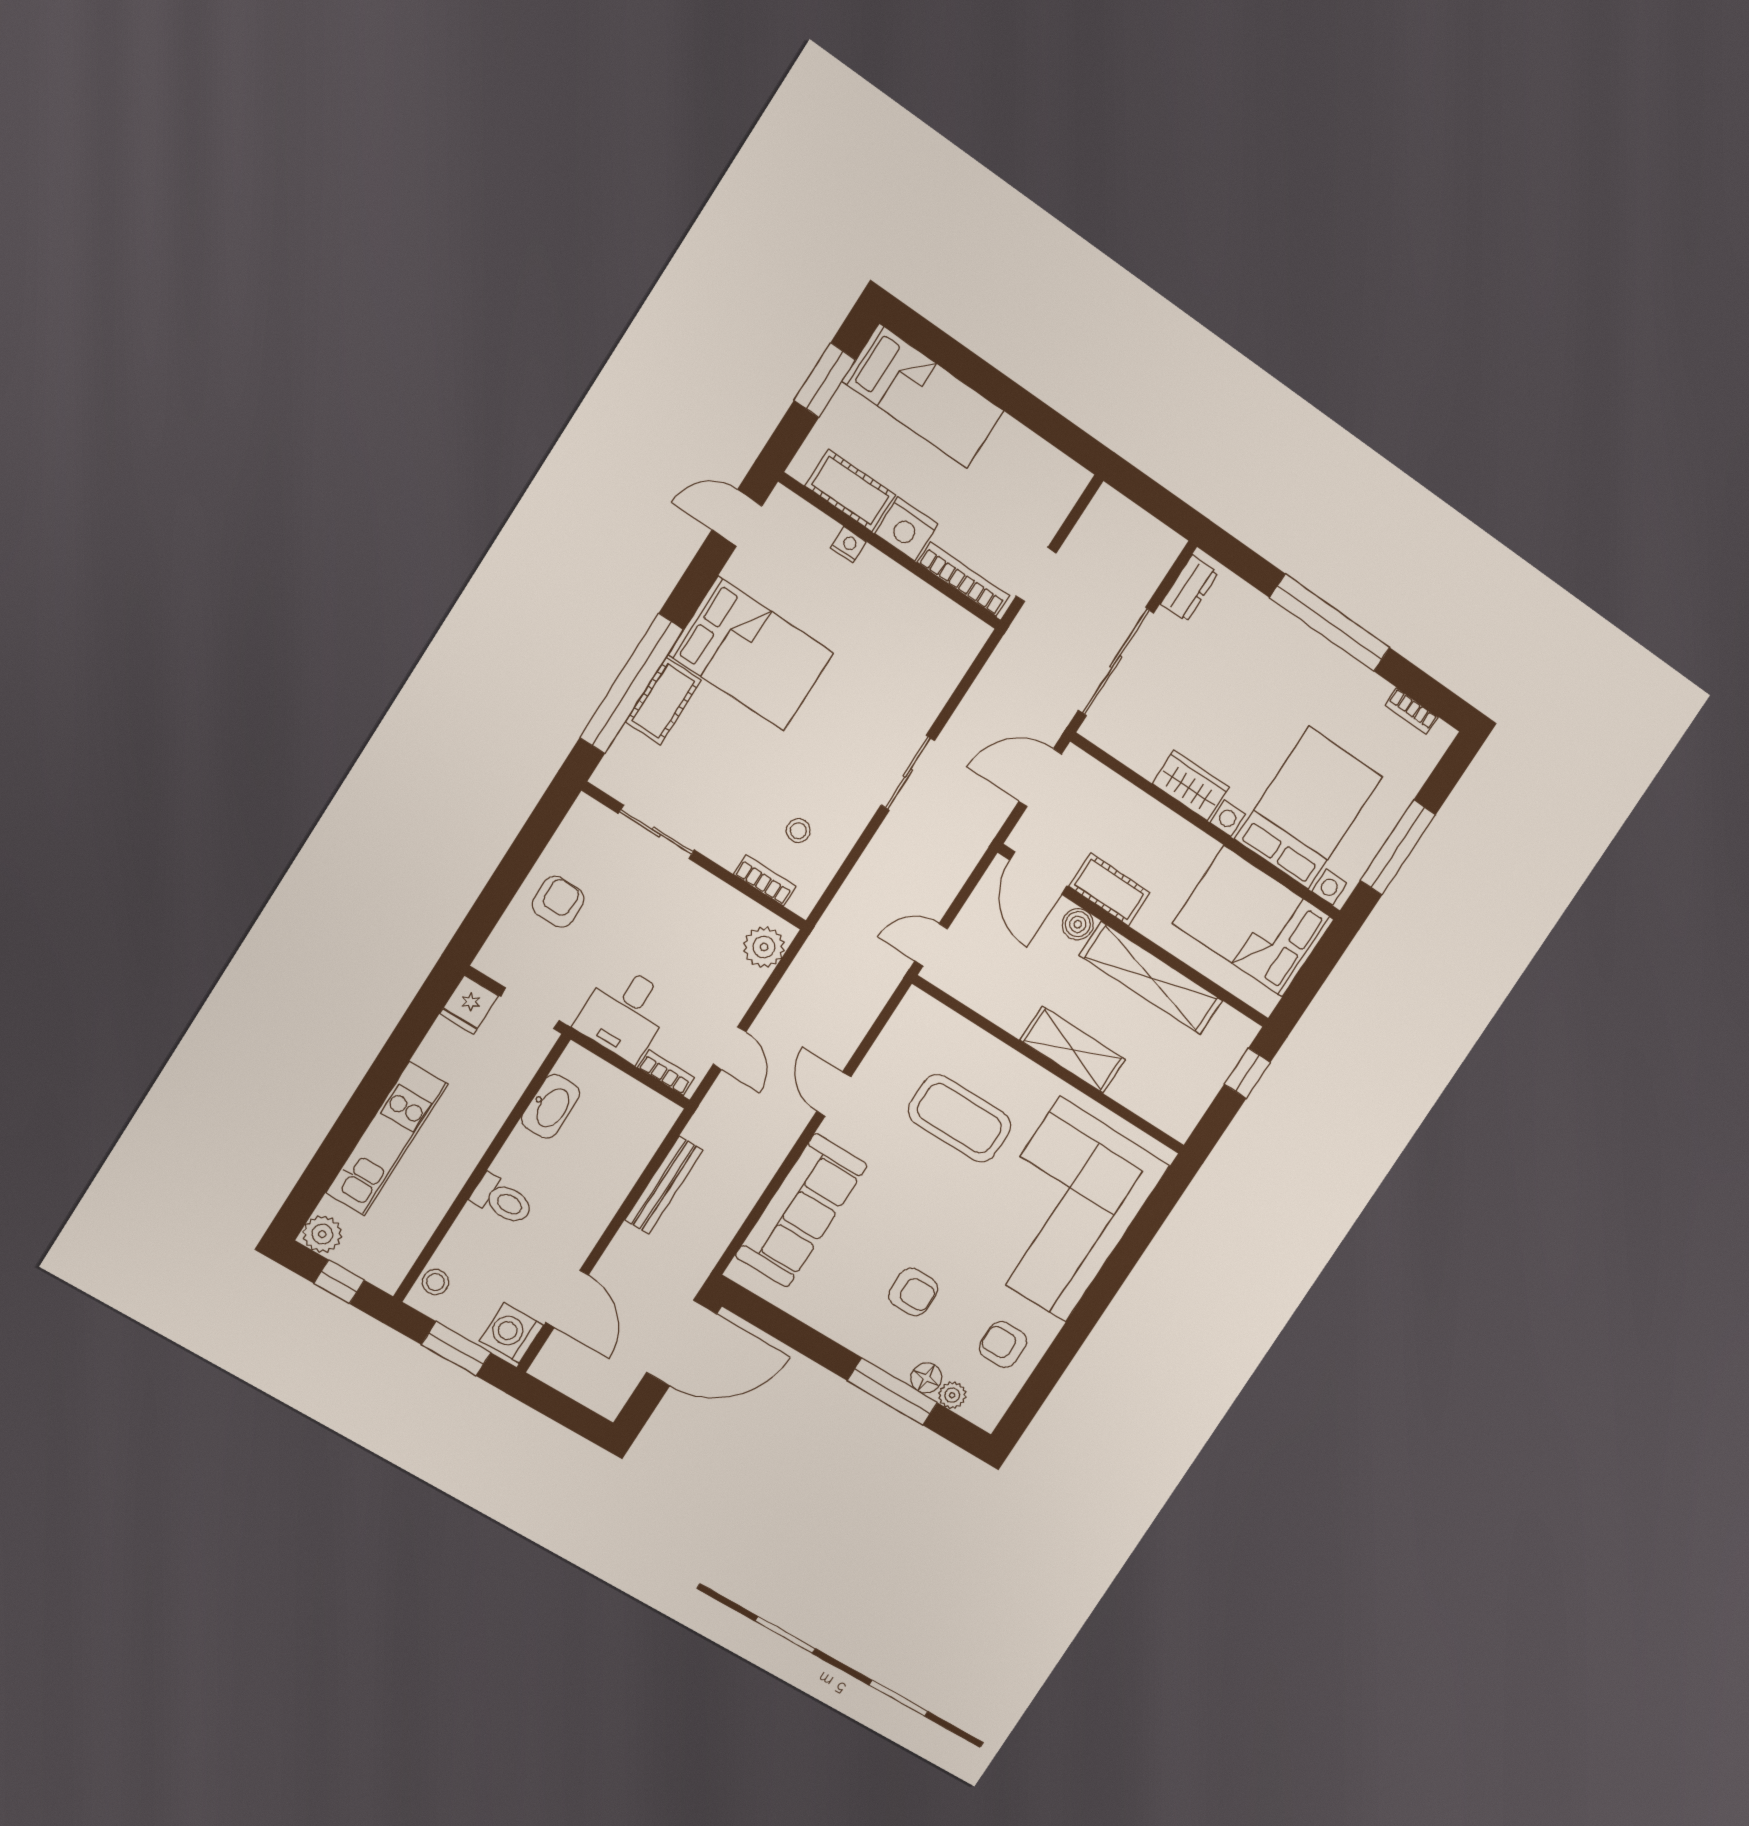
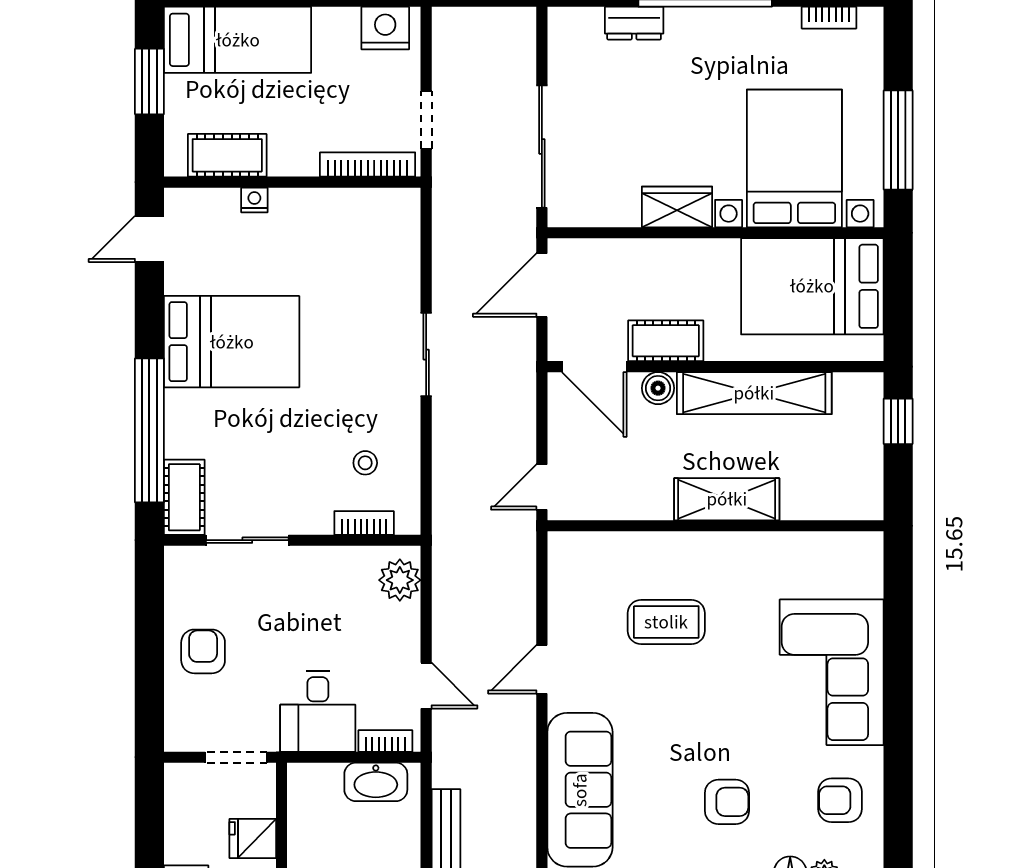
nightstand: (906, 529) -> (385, 28), moved, turned 180
dresser: (1189, 588) -> (634, 23), moved, turned 90
cot: (663, 701) -> (184, 497), moved
fridge: (469, 1005) -> (253, 838), moved, turned 90
door: (834, 1094) -> (542, 669), hinge flipped
washbasin: (551, 1106) -> (376, 782), moved, turned 90
coffee table: (960, 1118) -> (666, 622), width x0.73, depth x0.76
corner sofa: (1063, 1210) -> (832, 672), width x0.73, depth x0.74

